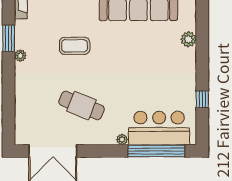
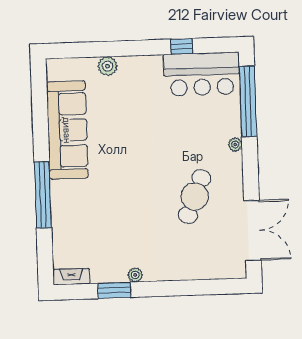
coffee table: (75, 46) -> (121, 208), removed
bar counter: (159, 128) -> (202, 74), moved, turned -90

